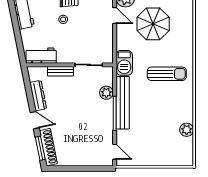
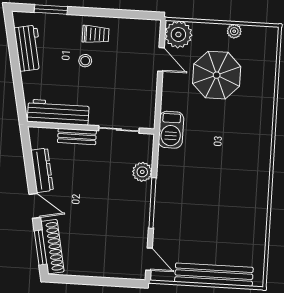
workbench: (41, 56) -> (58, 112), width x1.38
sun lounger: (167, 74) -> (232, 149), removed
bench: (123, 103) -> (214, 275), moved, turned 90
plant: (187, 130) -> (257, 233), removed

